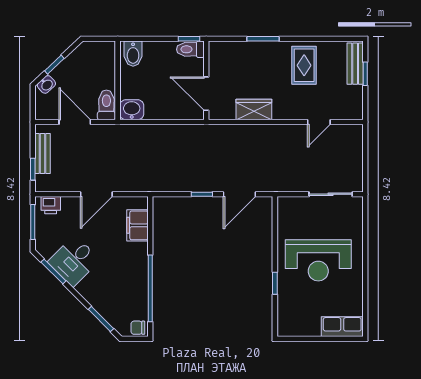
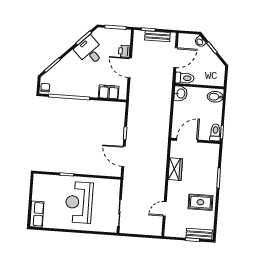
door: (319, 122) -> (165, 209), hinge flipped
printer: (51, 205) -> (124, 51), moved

